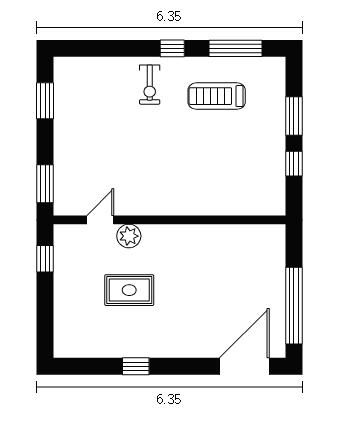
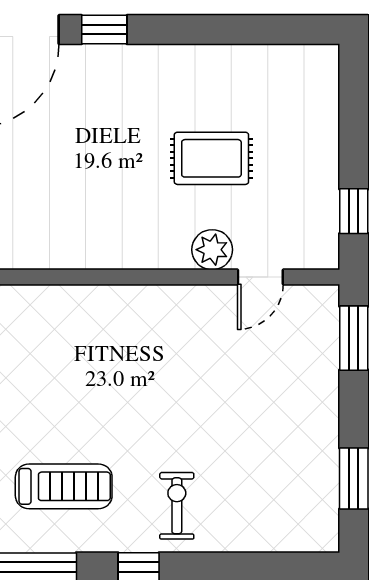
window: (136, 366) -> (104, 30), moved

